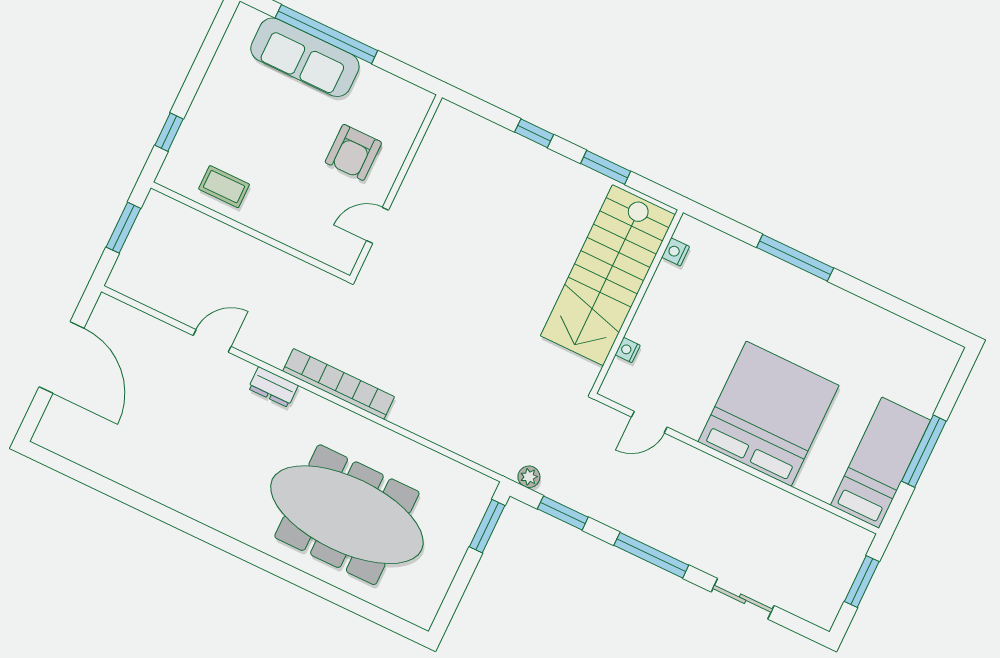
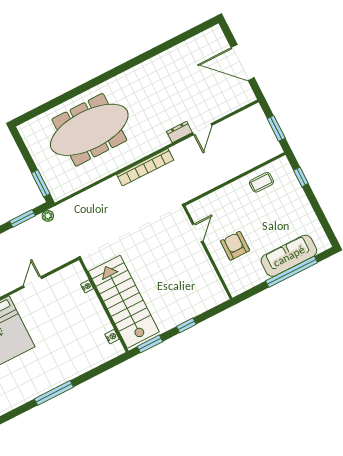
nightstand: (676, 252) -> (112, 337), moved
stairs: (608, 275) -> (124, 302), moved
wall: (637, 302) -> (104, 305), moved
nightstand: (628, 350) -> (87, 286), moved
dresser: (273, 387) -> (179, 132), moved

